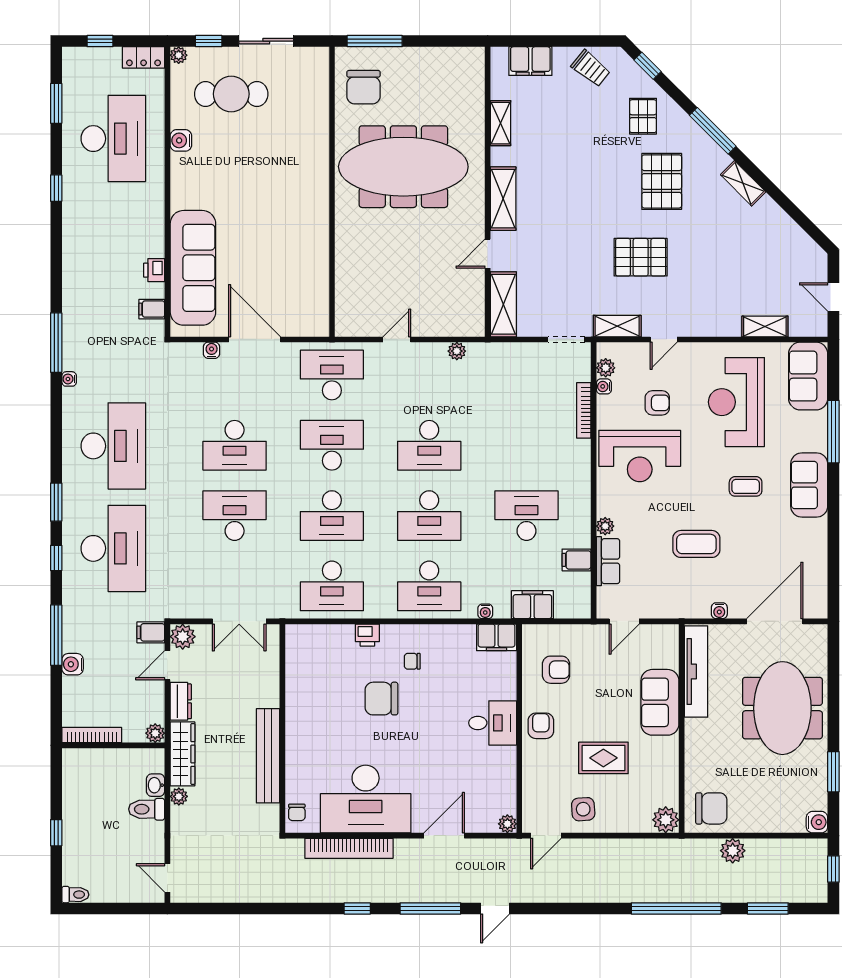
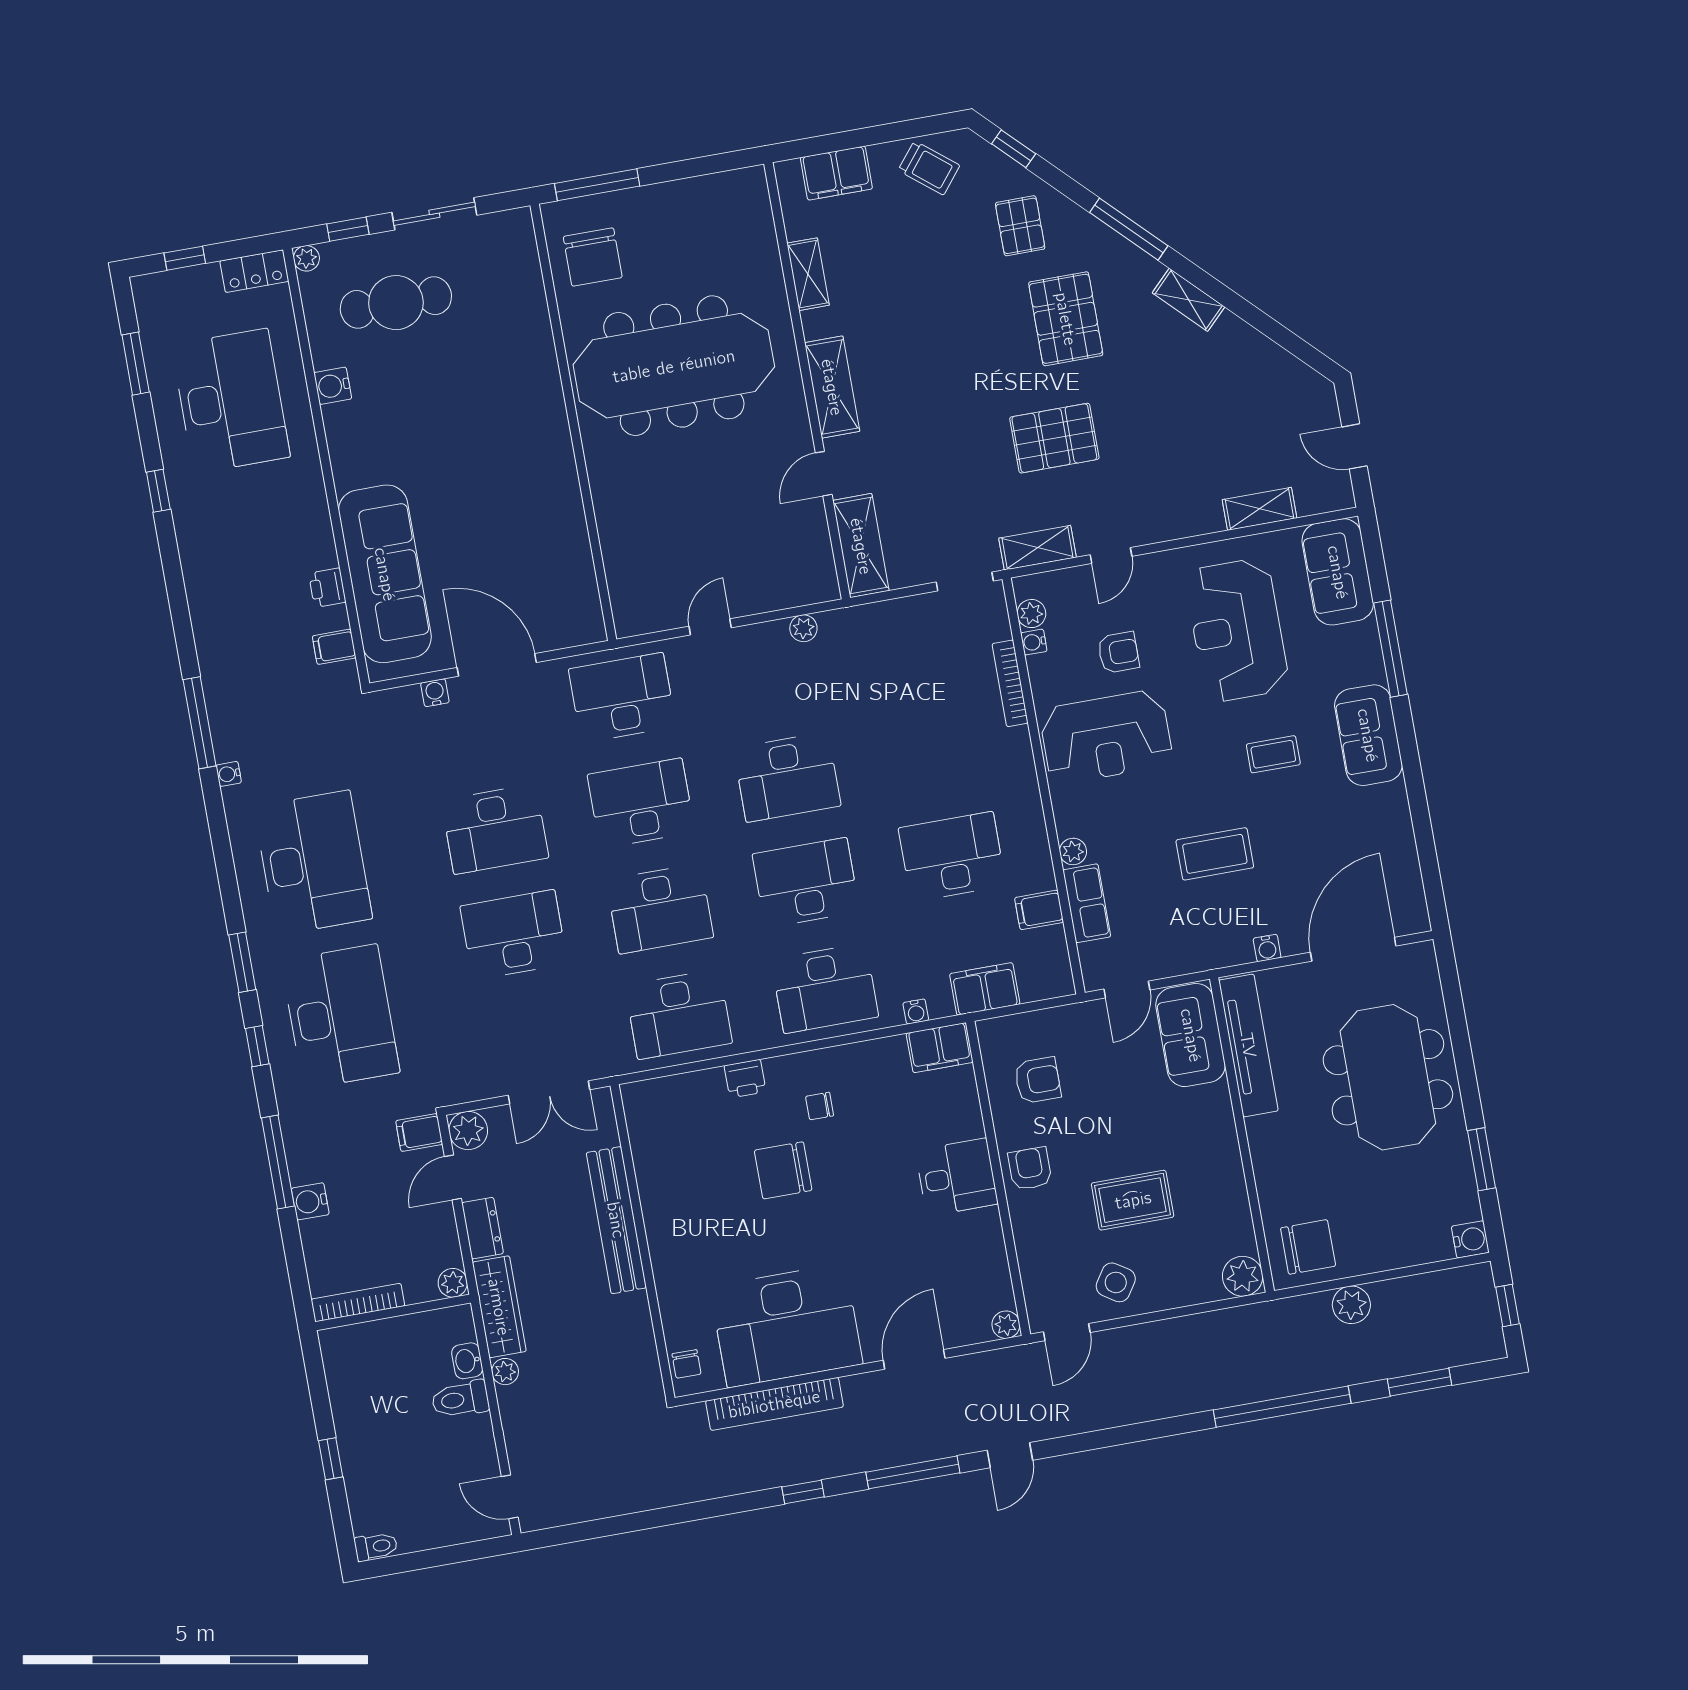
desk: (429, 516) -> (806, 883), turned 180
sofa: (660, 702) -> (1191, 1035), moved
bench: (268, 756) -> (616, 1220), moved
side table: (583, 809) -> (1116, 1282), turned 37

